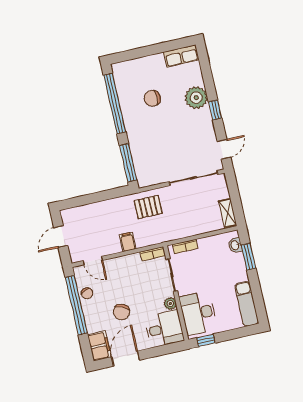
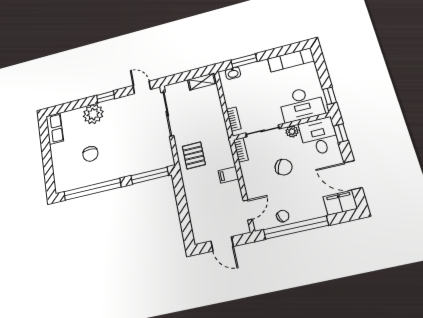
chair: (121, 312) -> (284, 167), moved
window: (167, 349) -> (341, 133), added

